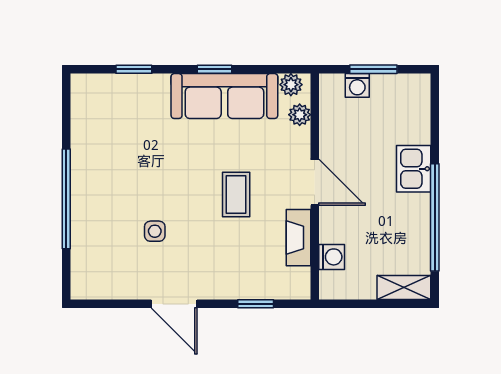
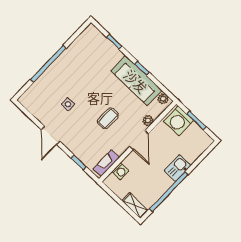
washing machine: (357, 85) -> (179, 121), width x1.89, depth x1.89
plant: (300, 115) -> (148, 121), moved
fireplace: (298, 238) -> (106, 163), moved

